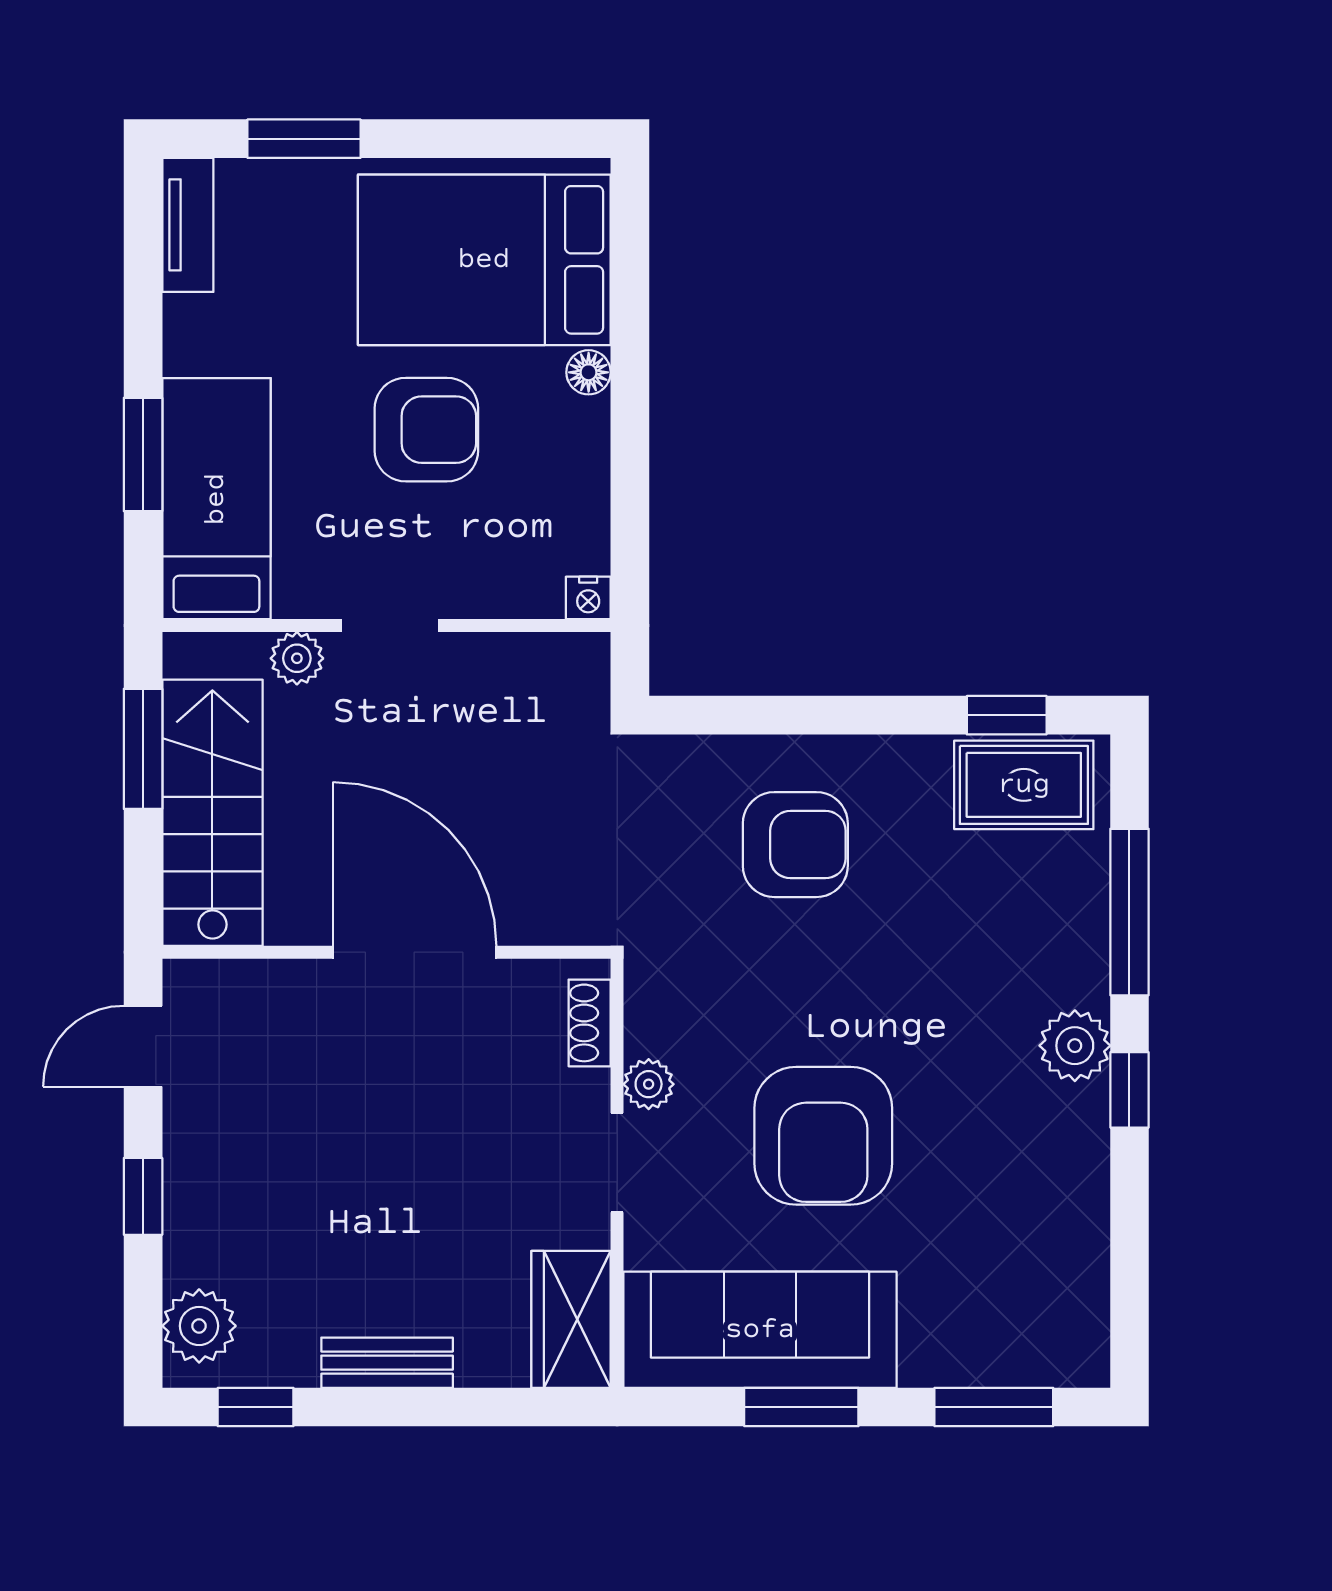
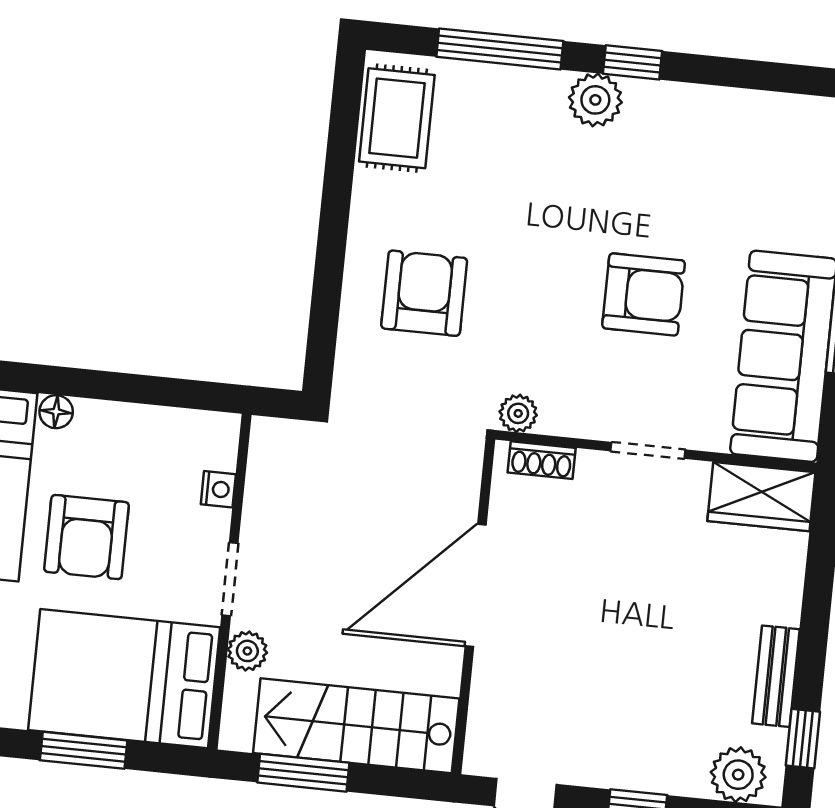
armchair: (426, 430) -> (87, 537), turned 180
bed: (216, 499) -> (124, 679), width x1.50
nightstand: (588, 598) -> (218, 489), moved
window: (1007, 715) -> (344, 126), removed
plant: (649, 1084) -> (518, 413), moved
armchair: (823, 1136) -> (644, 294), width x0.73, depth x0.73
bench: (387, 1363) -> (776, 676), moved

